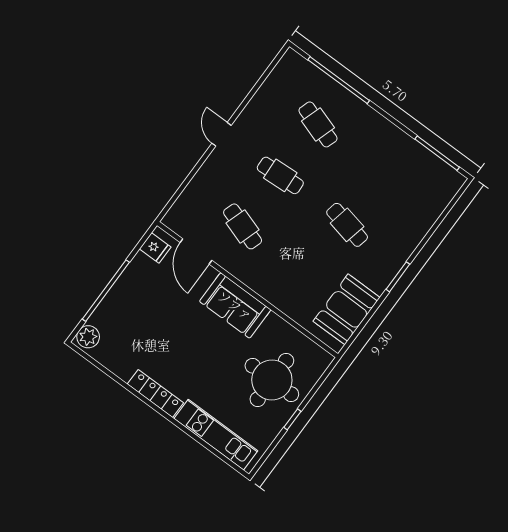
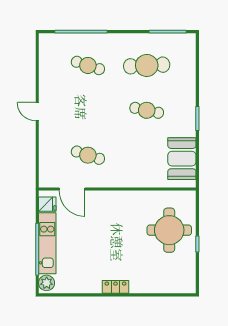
cafe table: (280, 175) -> (147, 65), moved, width x1.37, depth x1.35
sofa: (235, 305) -> (117, 203), removed
locker: (155, 393) -> (116, 287), width x0.66
kitchen unit: (216, 435) -> (47, 243), moved, turned 90

